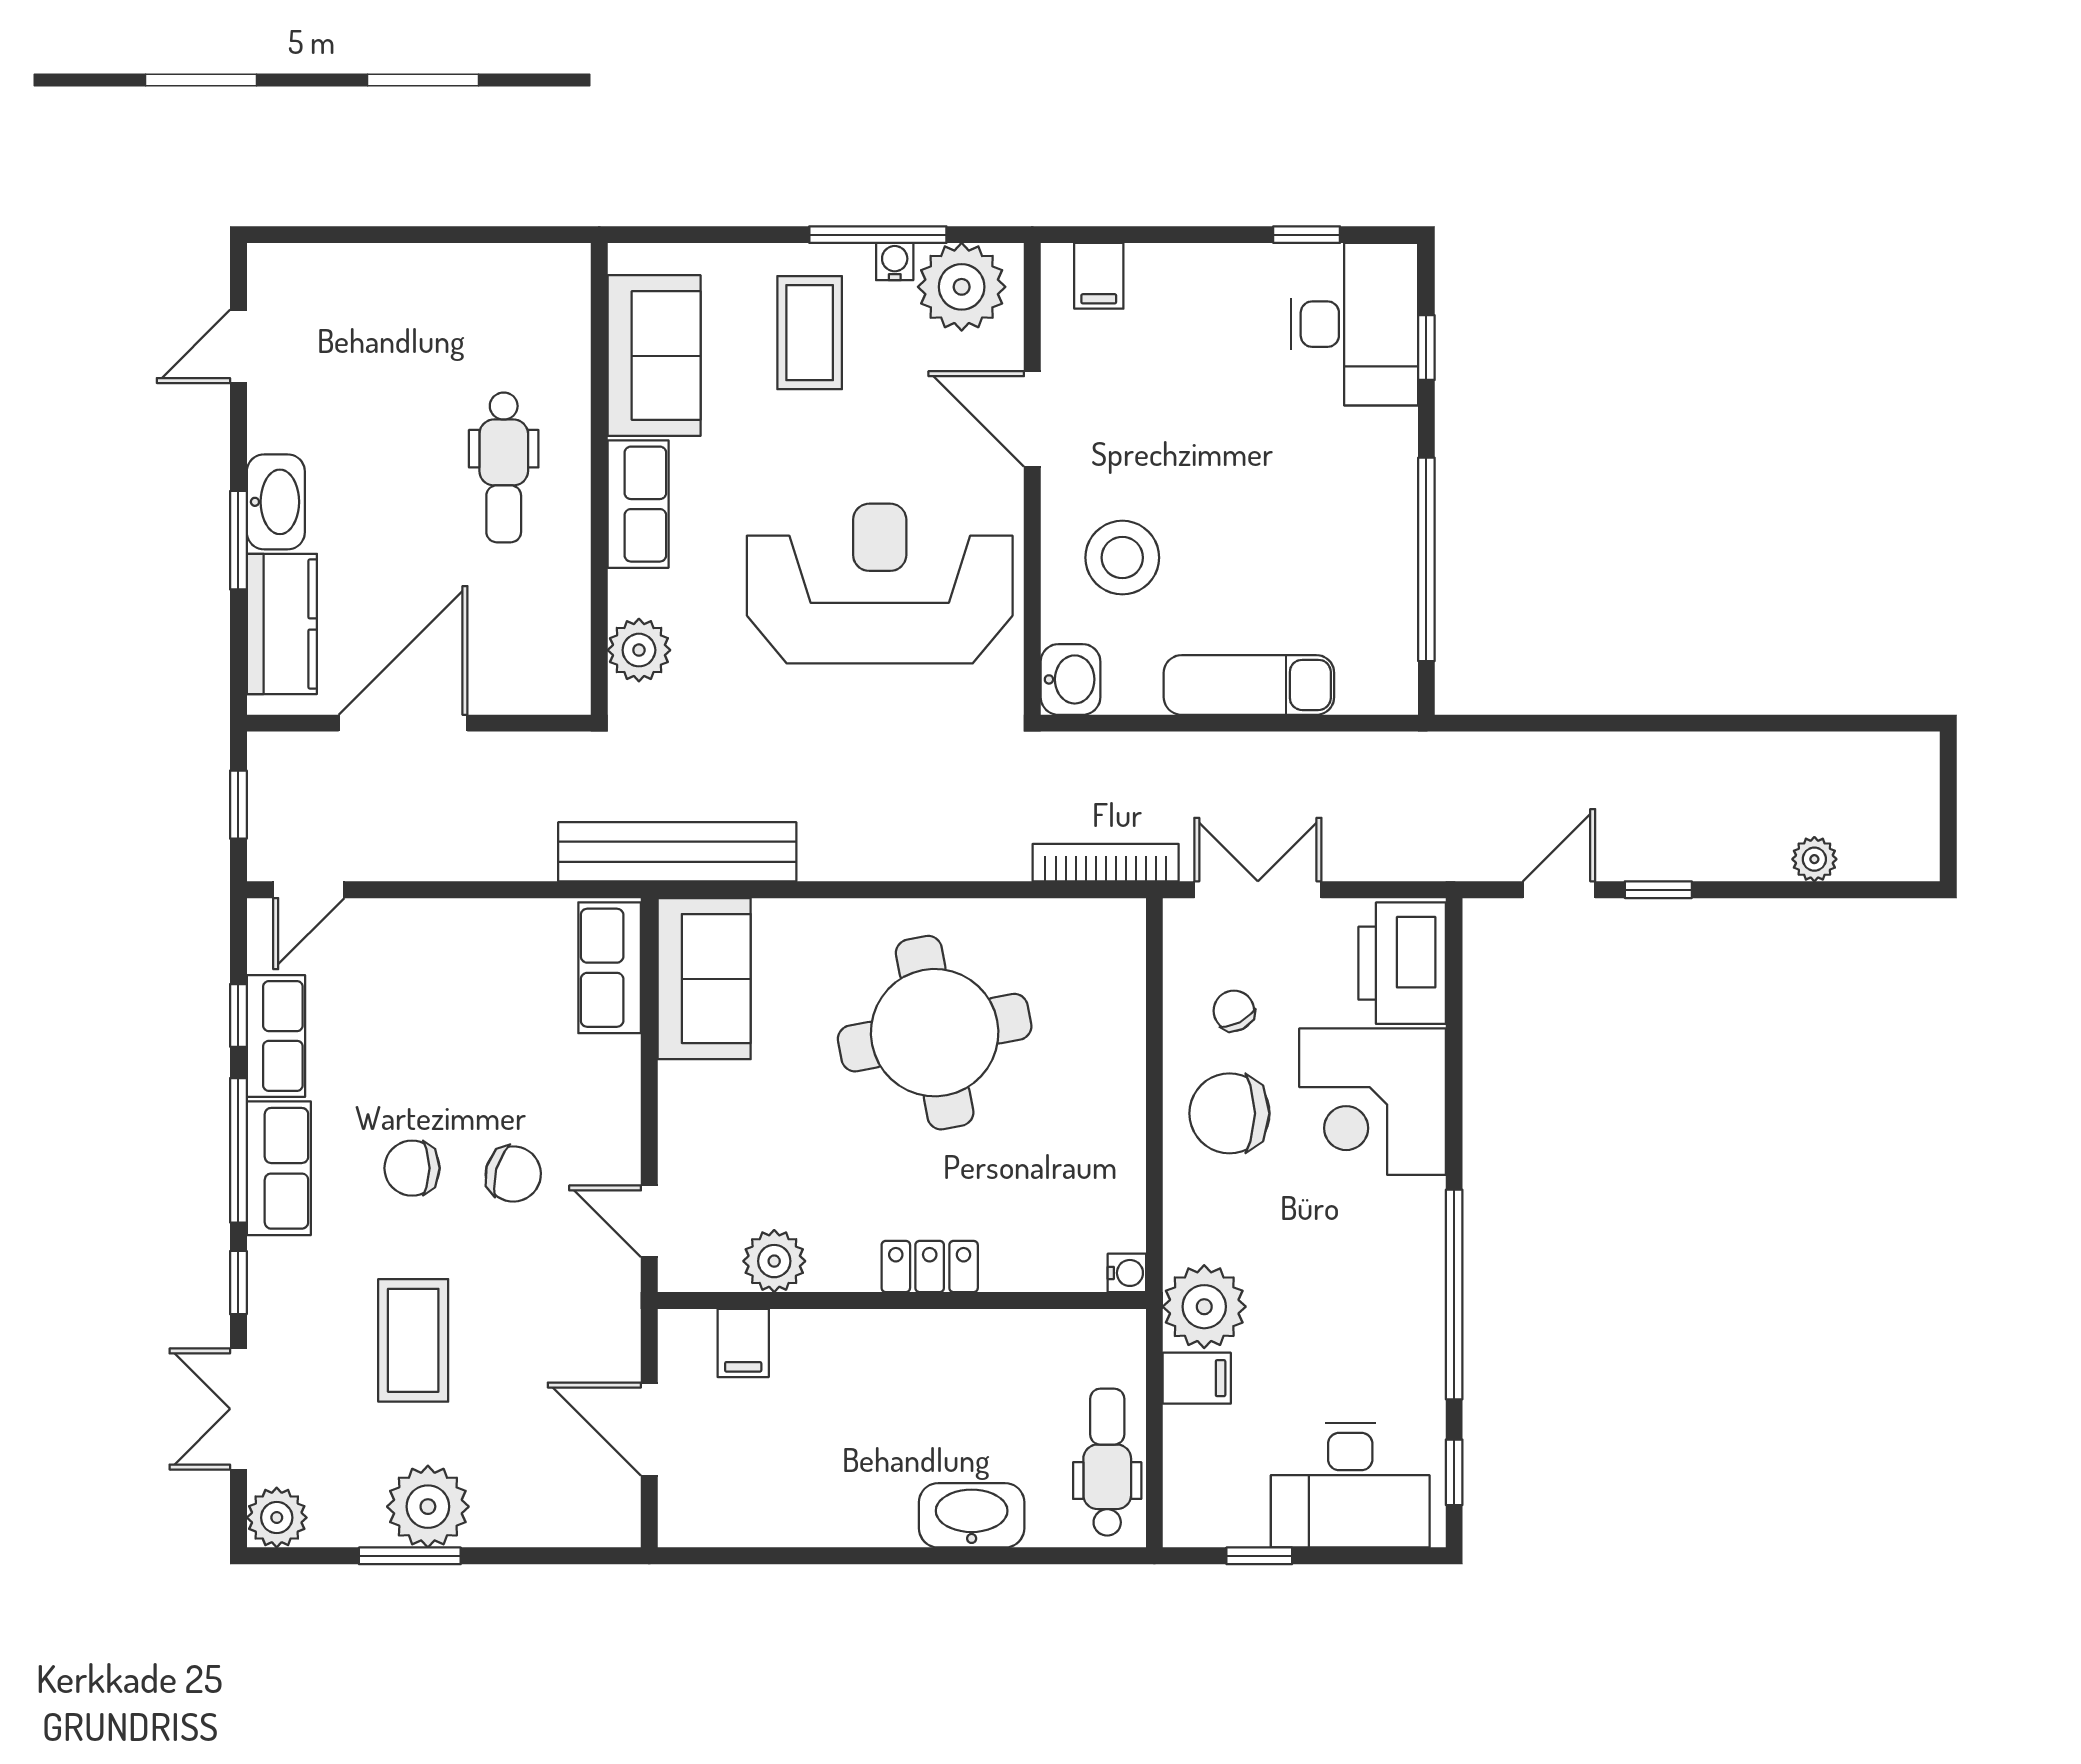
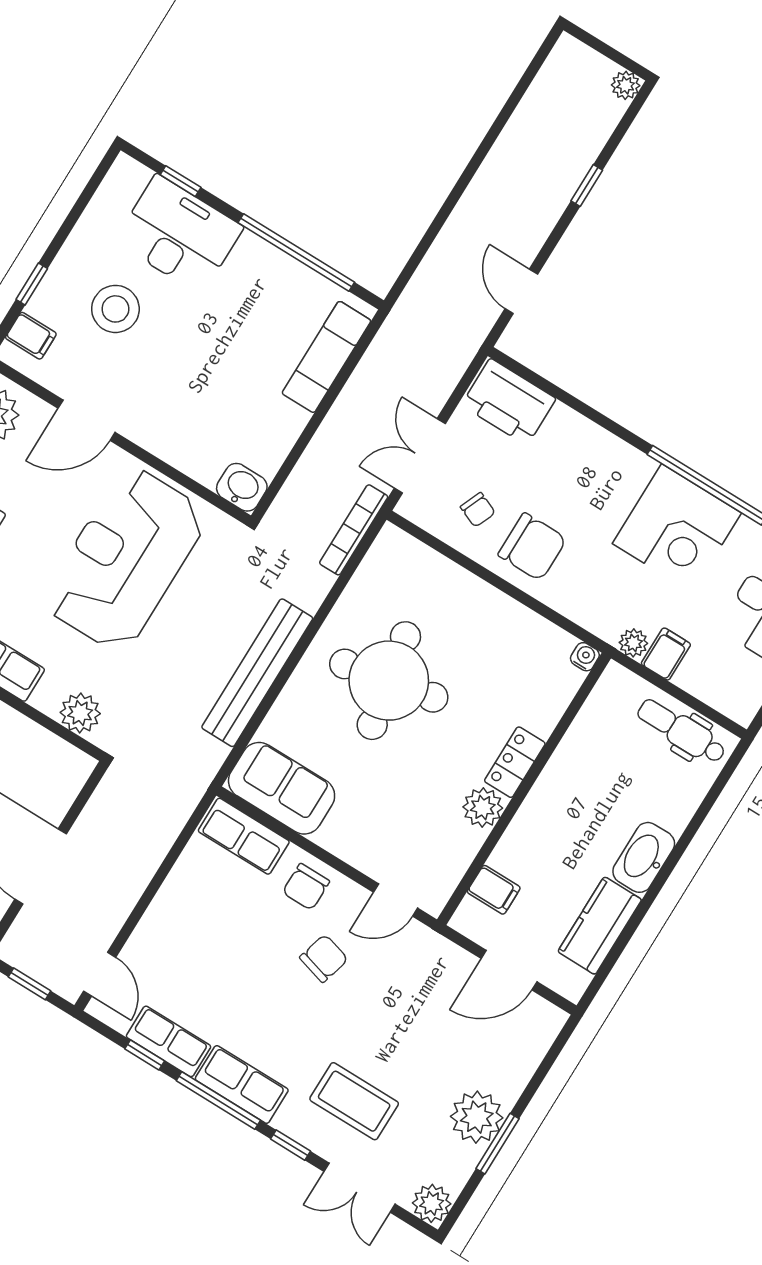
window: (1307, 235) -> (32, 284), moved
desk: (1354, 324) -> (179, 234), moved
stool: (1122, 558) -> (115, 309), moved
exam couch: (1249, 685) -> (326, 357), moved
bench: (677, 852) -> (257, 673), moved
plant: (1814, 859) -> (626, 85), moved
window: (1658, 890) -> (587, 186), moved
chair: (1234, 1011) -> (478, 510), turned -130
corner desk: (1372, 1102) -> (677, 528), moved
chair: (1229, 1113) -> (532, 547), turned -90
chair: (412, 1168) -> (306, 887), moved
plant: (774, 1261) -> (483, 807), moved
plant: (1204, 1307) -> (633, 643), width x0.53, depth x0.53
coffee table: (413, 1340) -> (354, 1101), moved
kitchen counter: (783, 1513) -> (600, 926), added
washbasin: (972, 1515) -> (644, 857), moved

